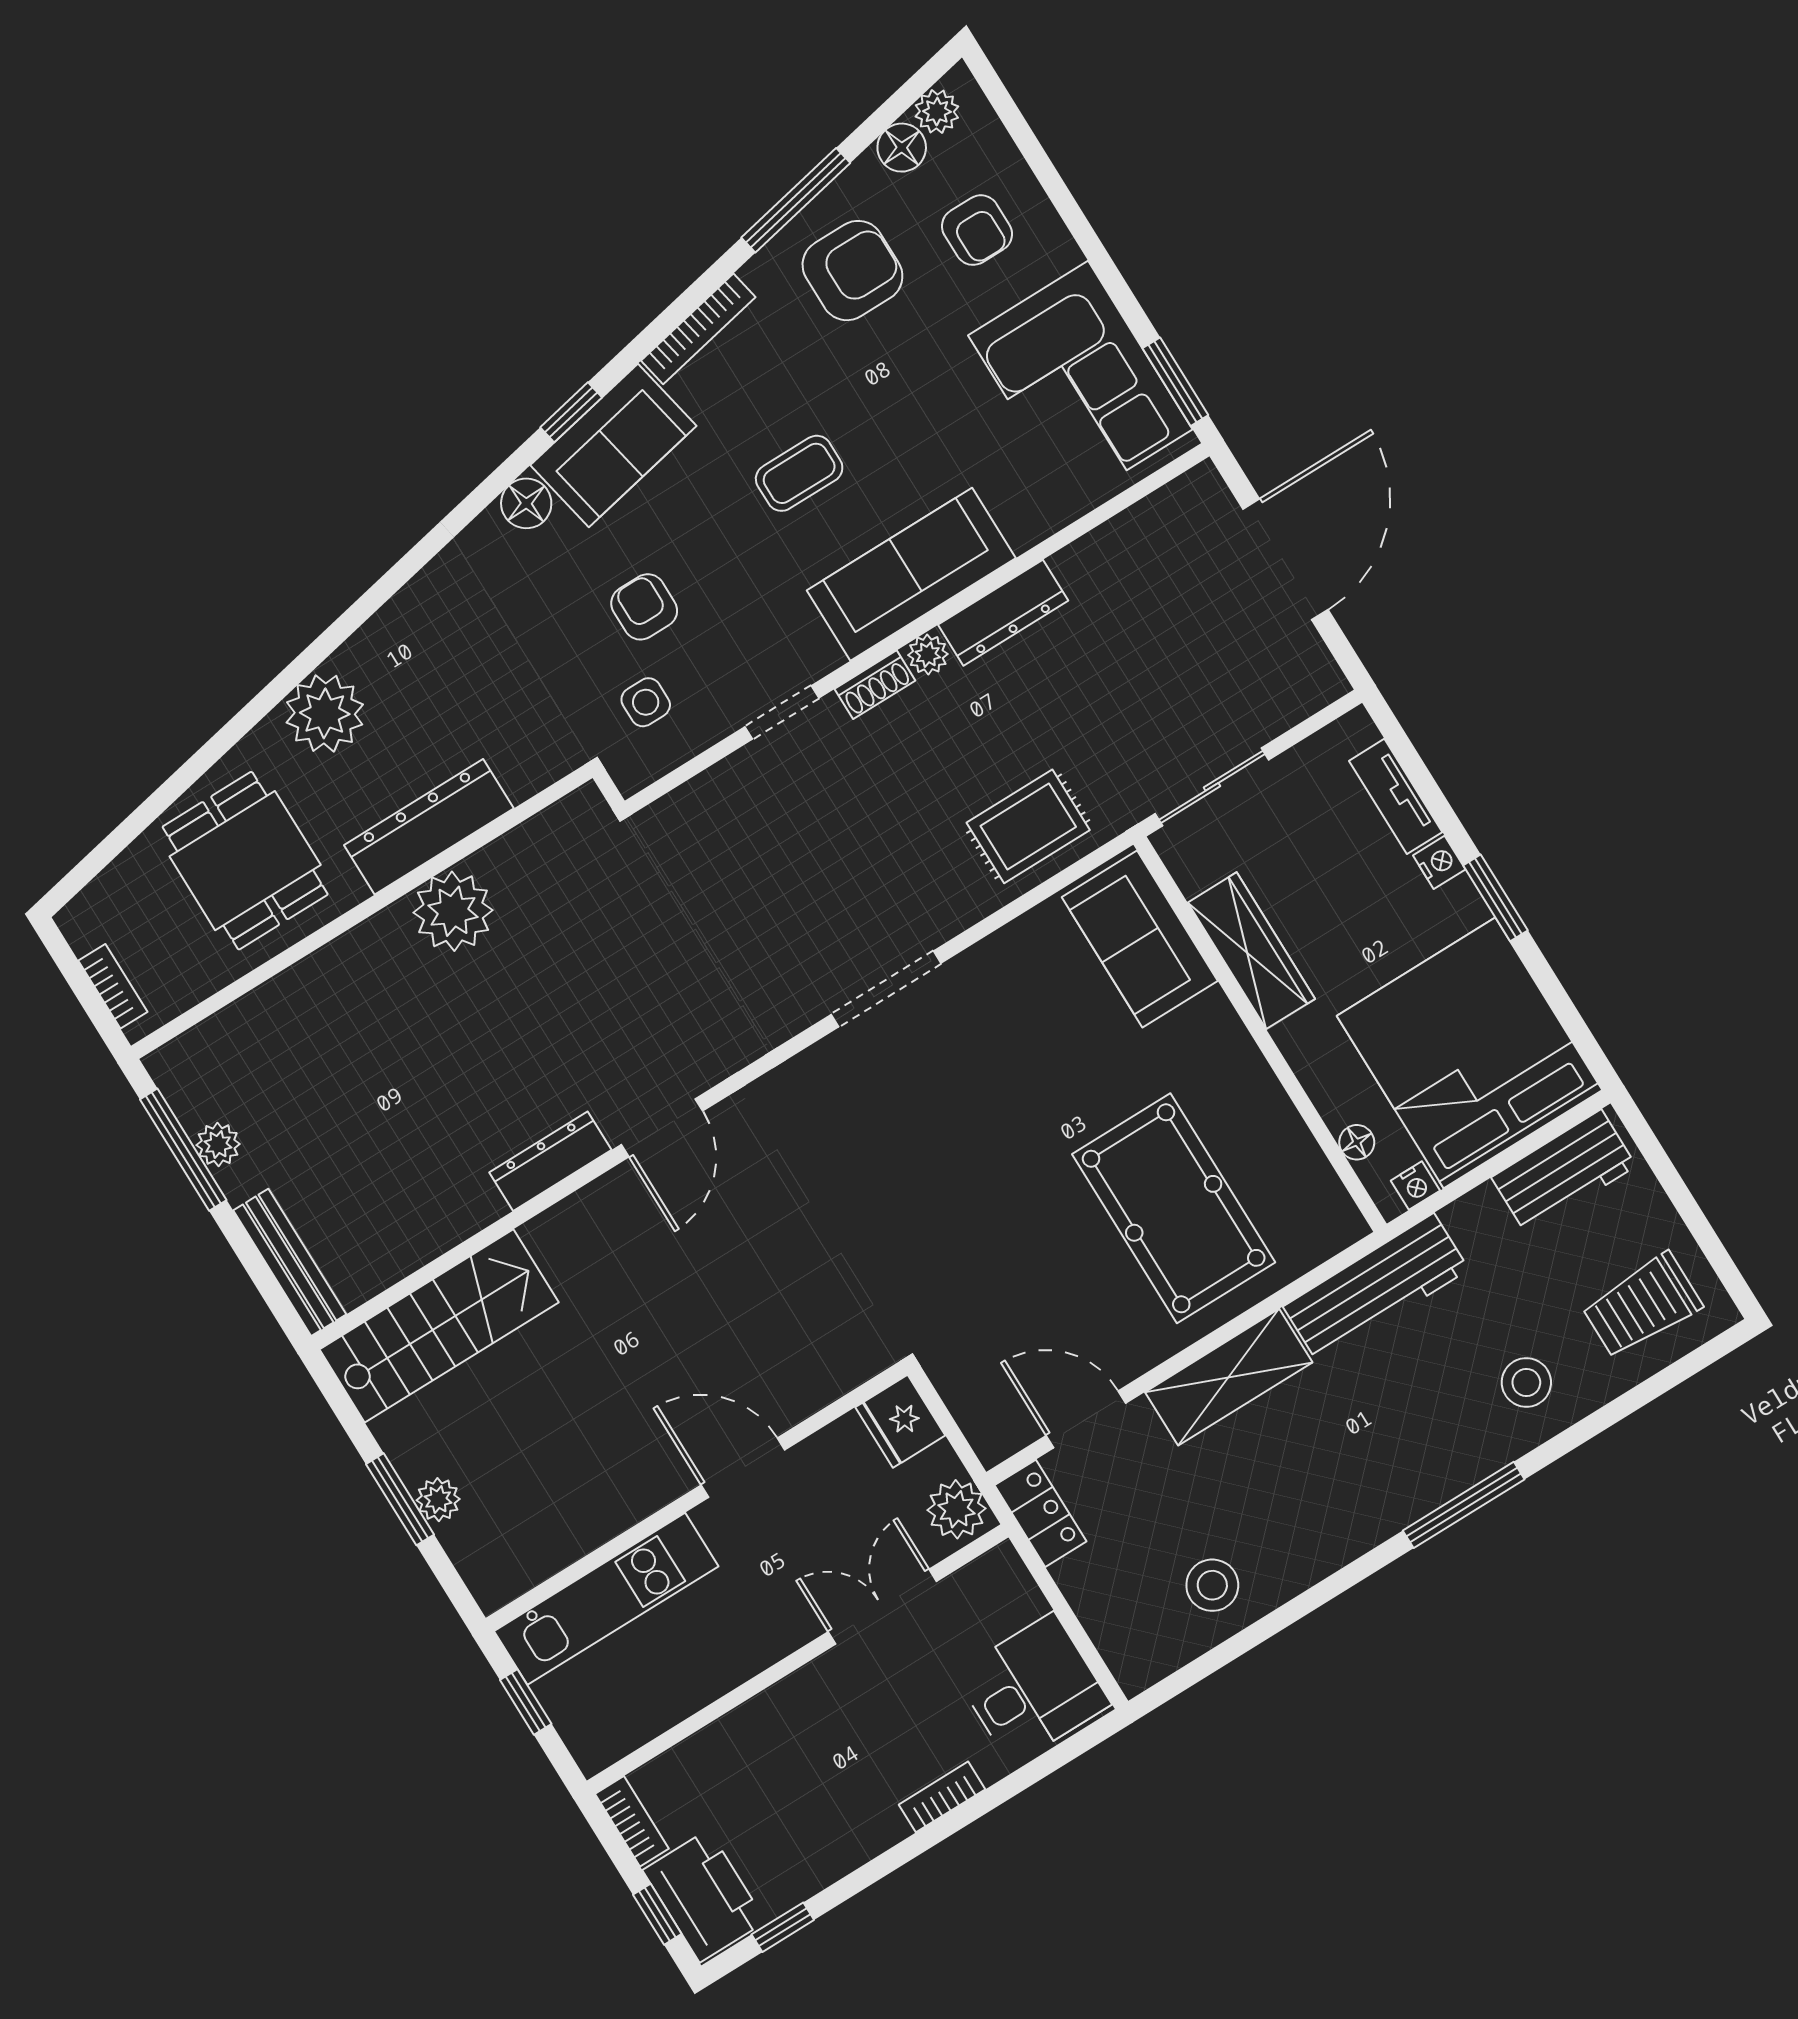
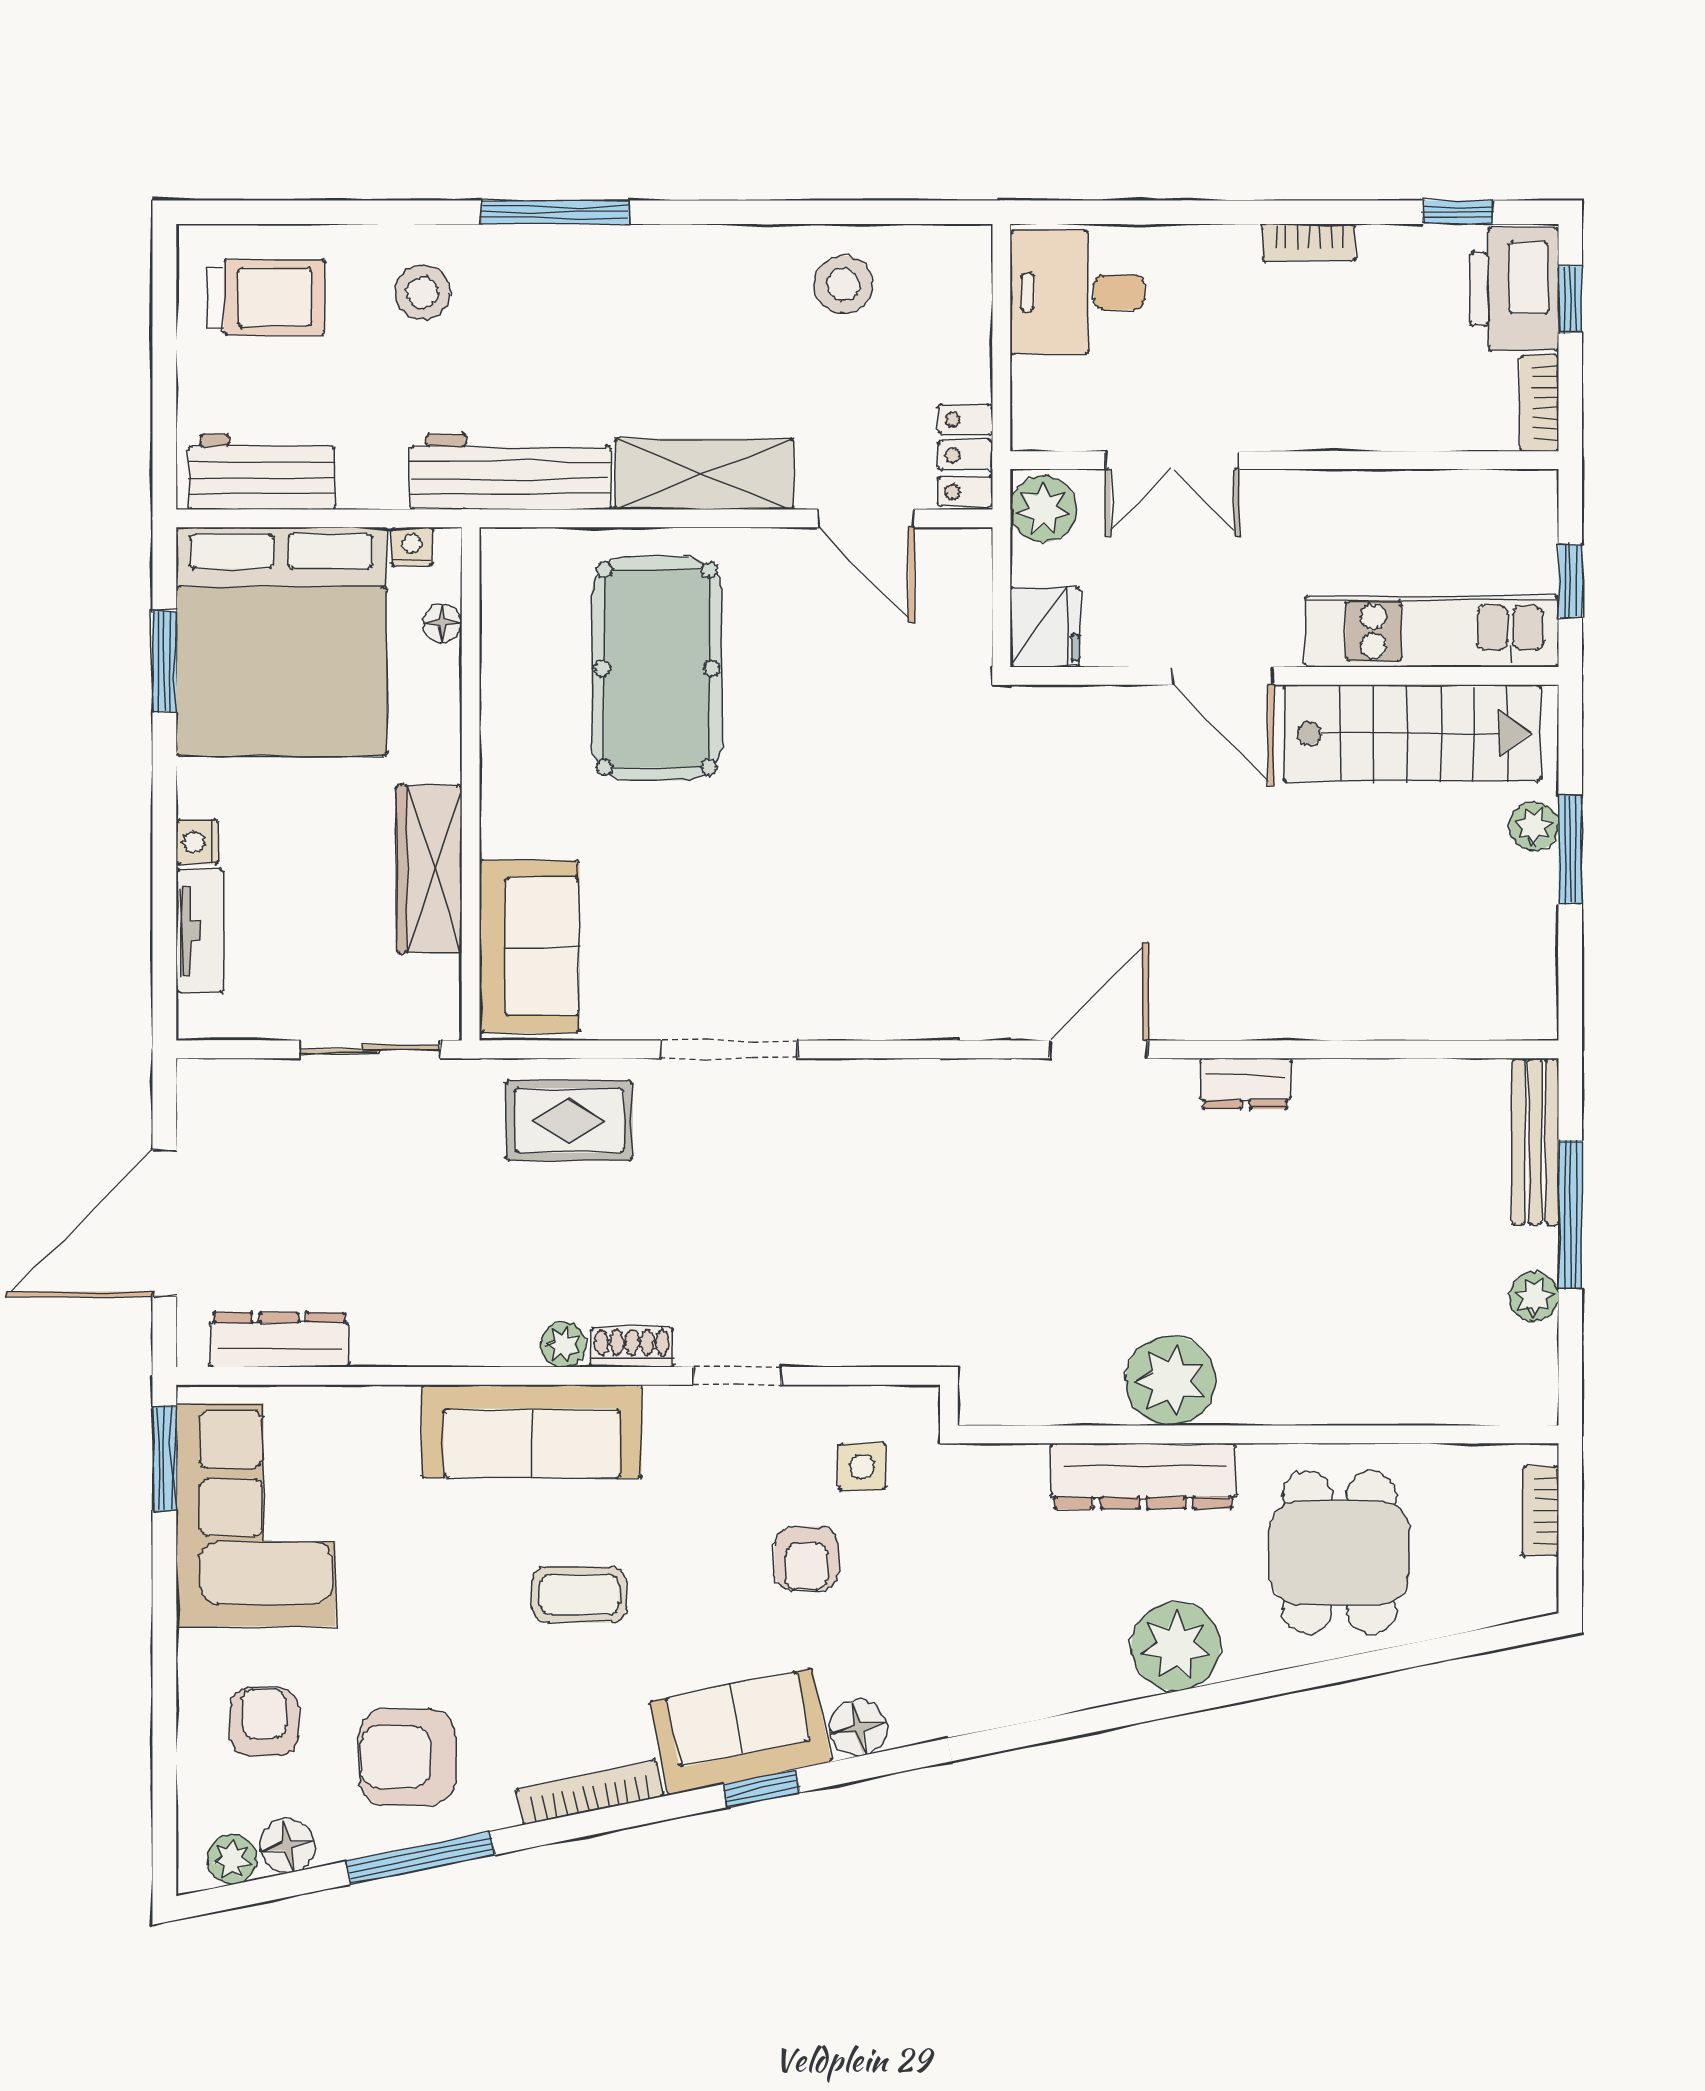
dresser: (1003, 613) -> (279, 1340), moved
window: (1495, 898) -> (164, 661), moved
doorway: (886, 989) -> (729, 1049), moved
window: (183, 1150) -> (1570, 1214), moved
dresser: (550, 1161) -> (1245, 1084), width x0.70
stairs: (439, 1326) -> (1412, 733), moved, turned 180
bookcase: (942, 1797) -> (1309, 242), moved

